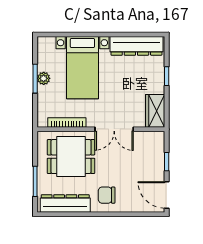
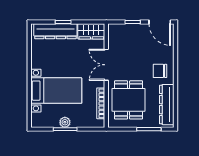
dresser: (136, 46) -> (55, 31), moved, turned 90
double door: (114, 129) -> (106, 65), swing flipped
chair: (107, 195) -> (160, 71), turned 90
door: (167, 195) -> (160, 22), hinge flipped

